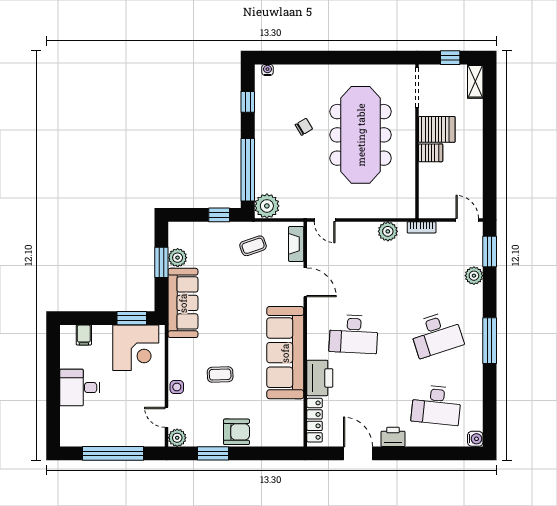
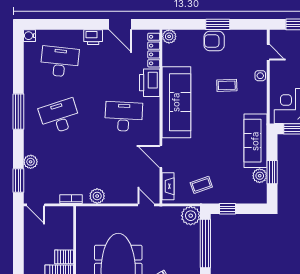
plant: (177, 438) -> (169, 36), moved
window: (213, 453) -> (218, 24), moved

